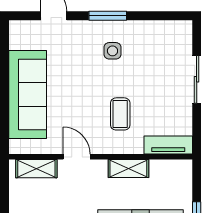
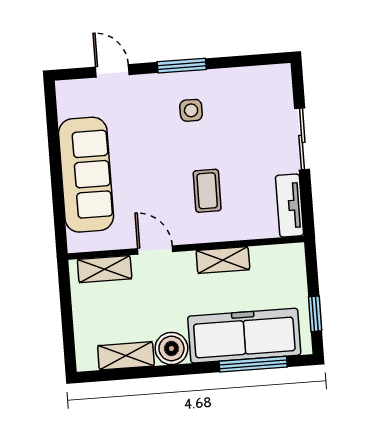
tv unit: (168, 145) -> (290, 206), moved, turned -90

